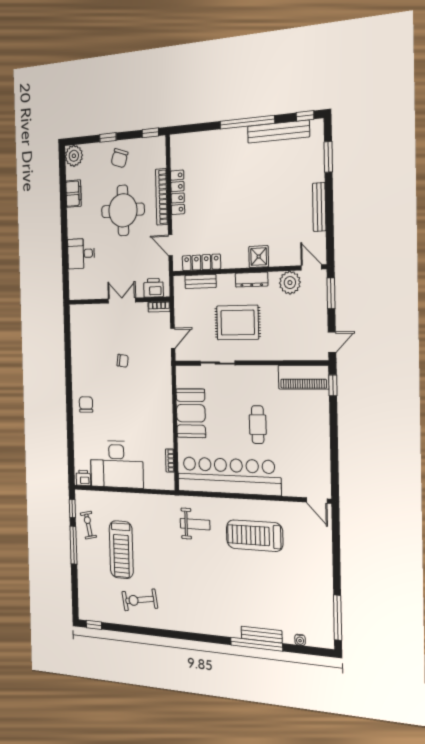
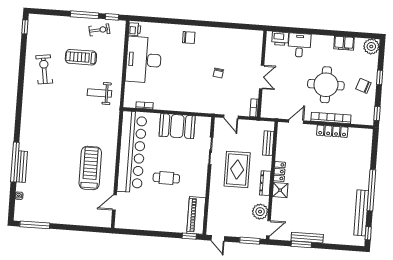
window: (328, 157) -> (301, 244), moved
locker: (201, 262) -> (279, 172), moved, width x0.66
printer: (153, 288) -> (280, 39), moved, turned 90
door: (317, 500) -> (114, 203), moved
weight bench: (195, 524) -> (99, 93), moved, turned 90
treadmill: (121, 550) -> (81, 57), width x0.73, depth x0.73

